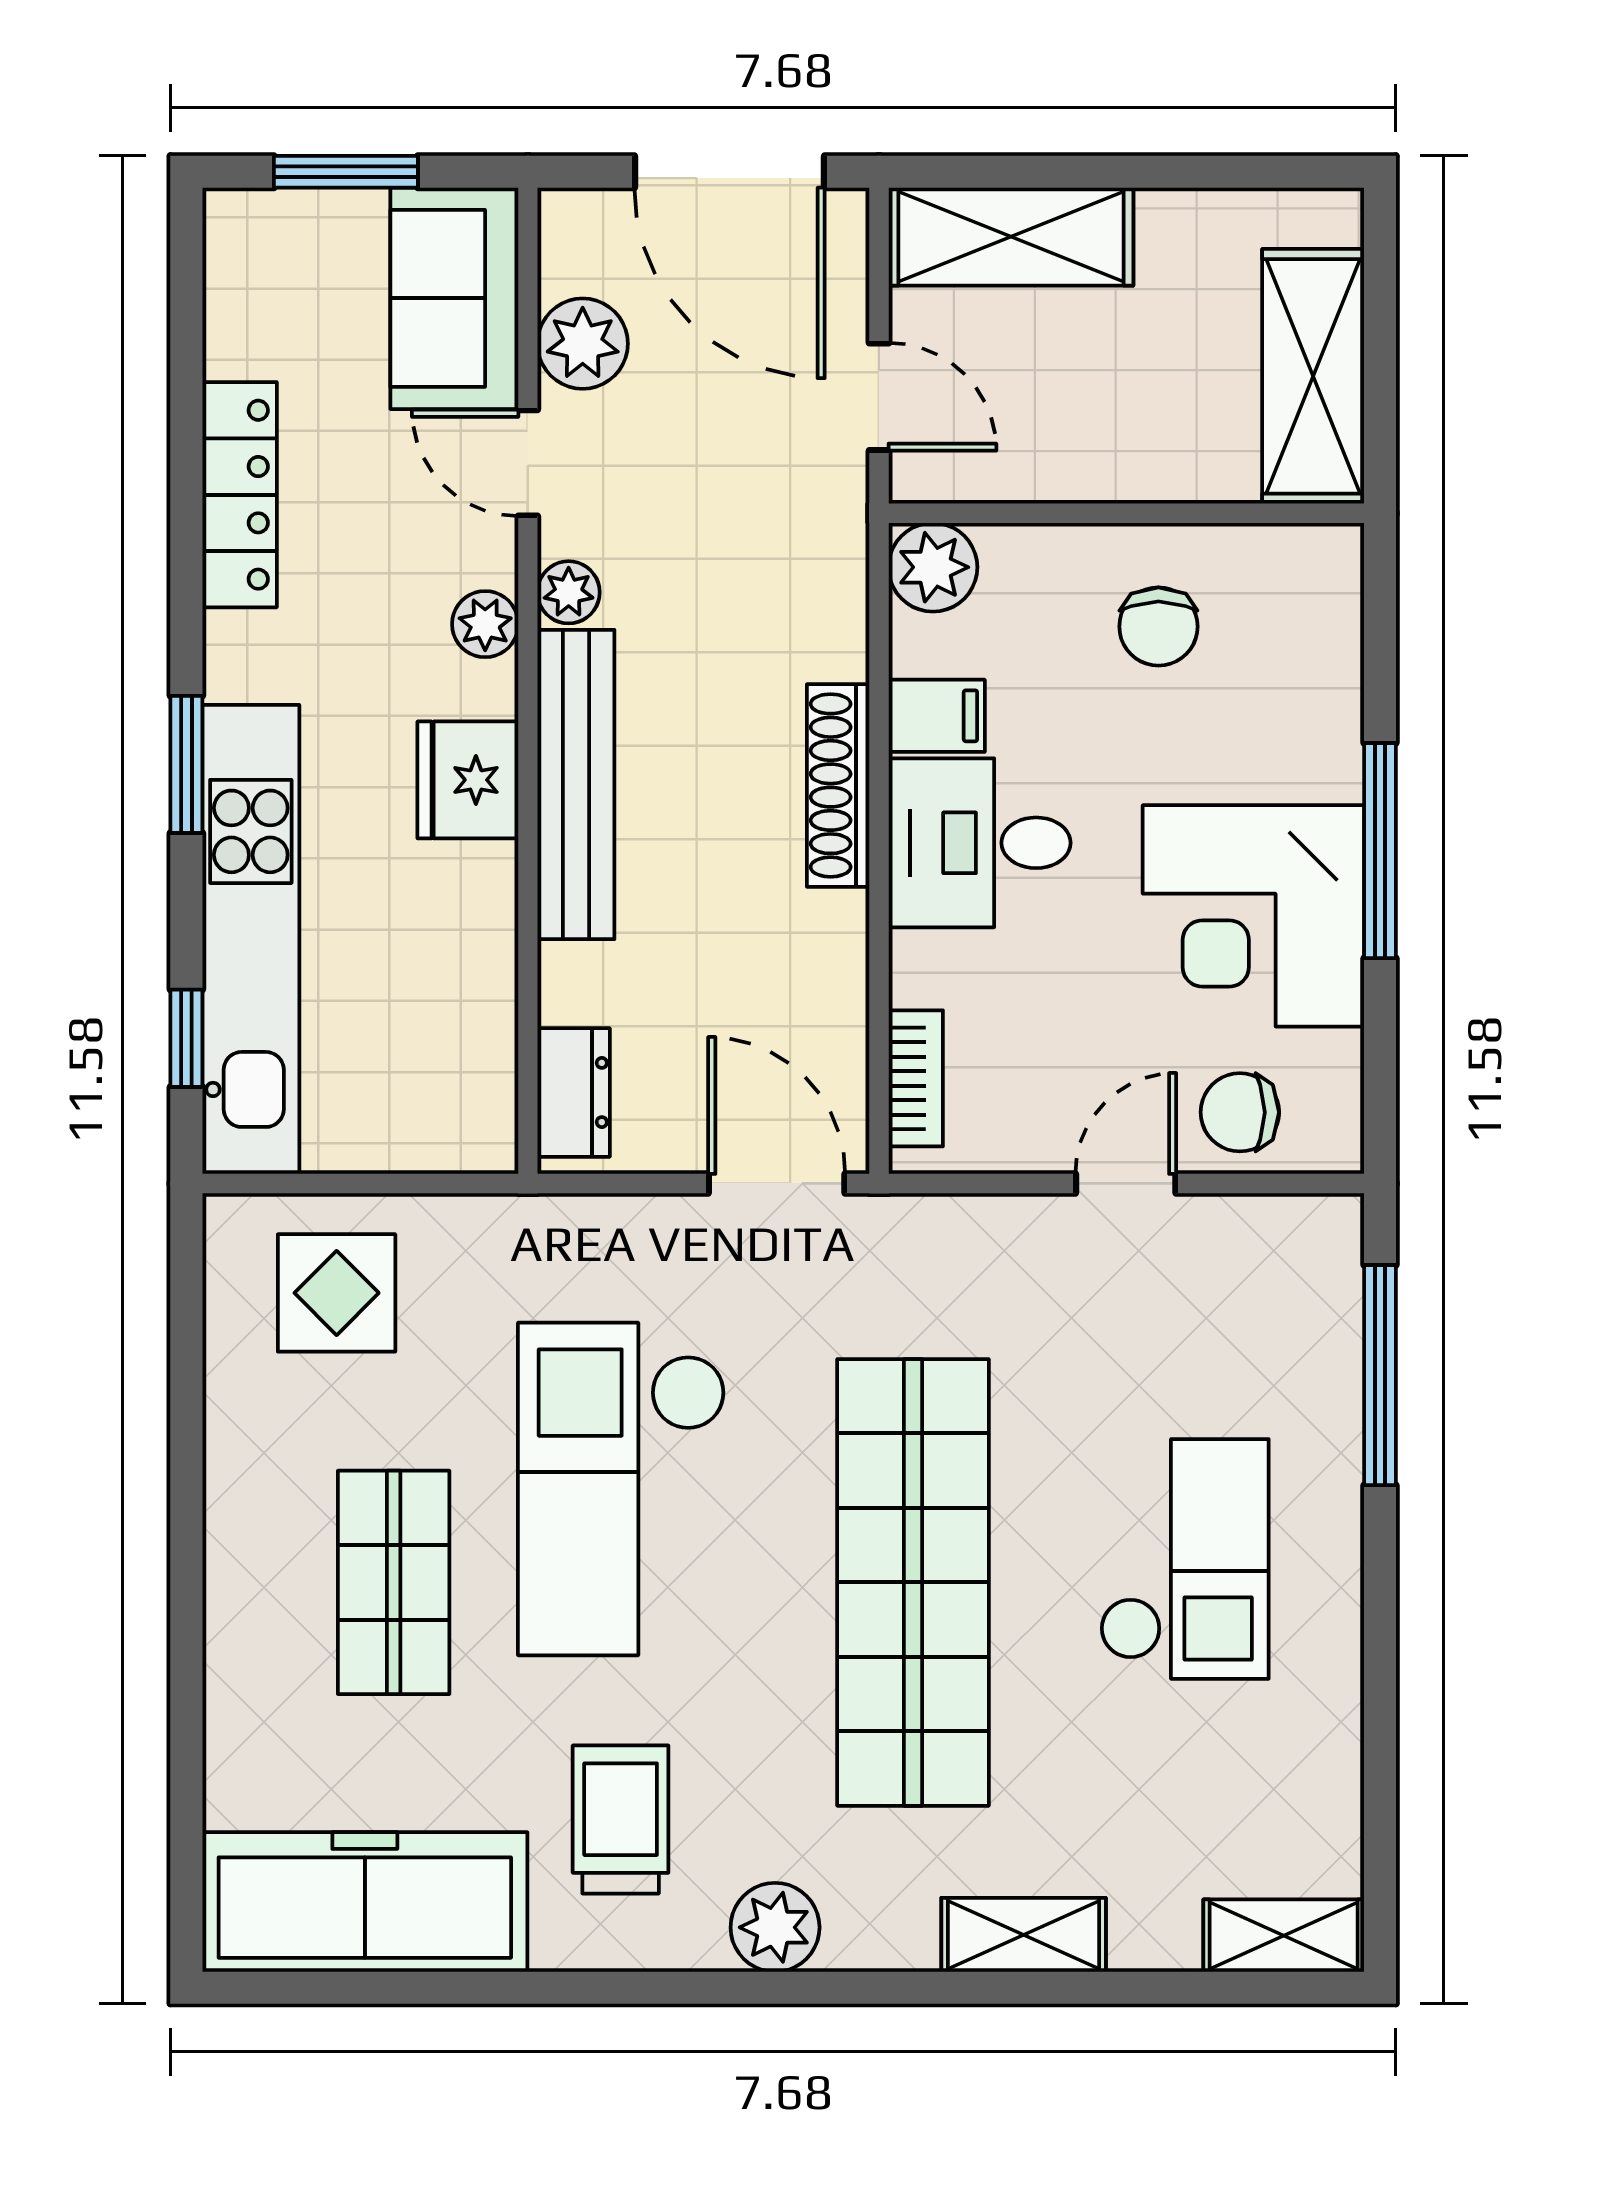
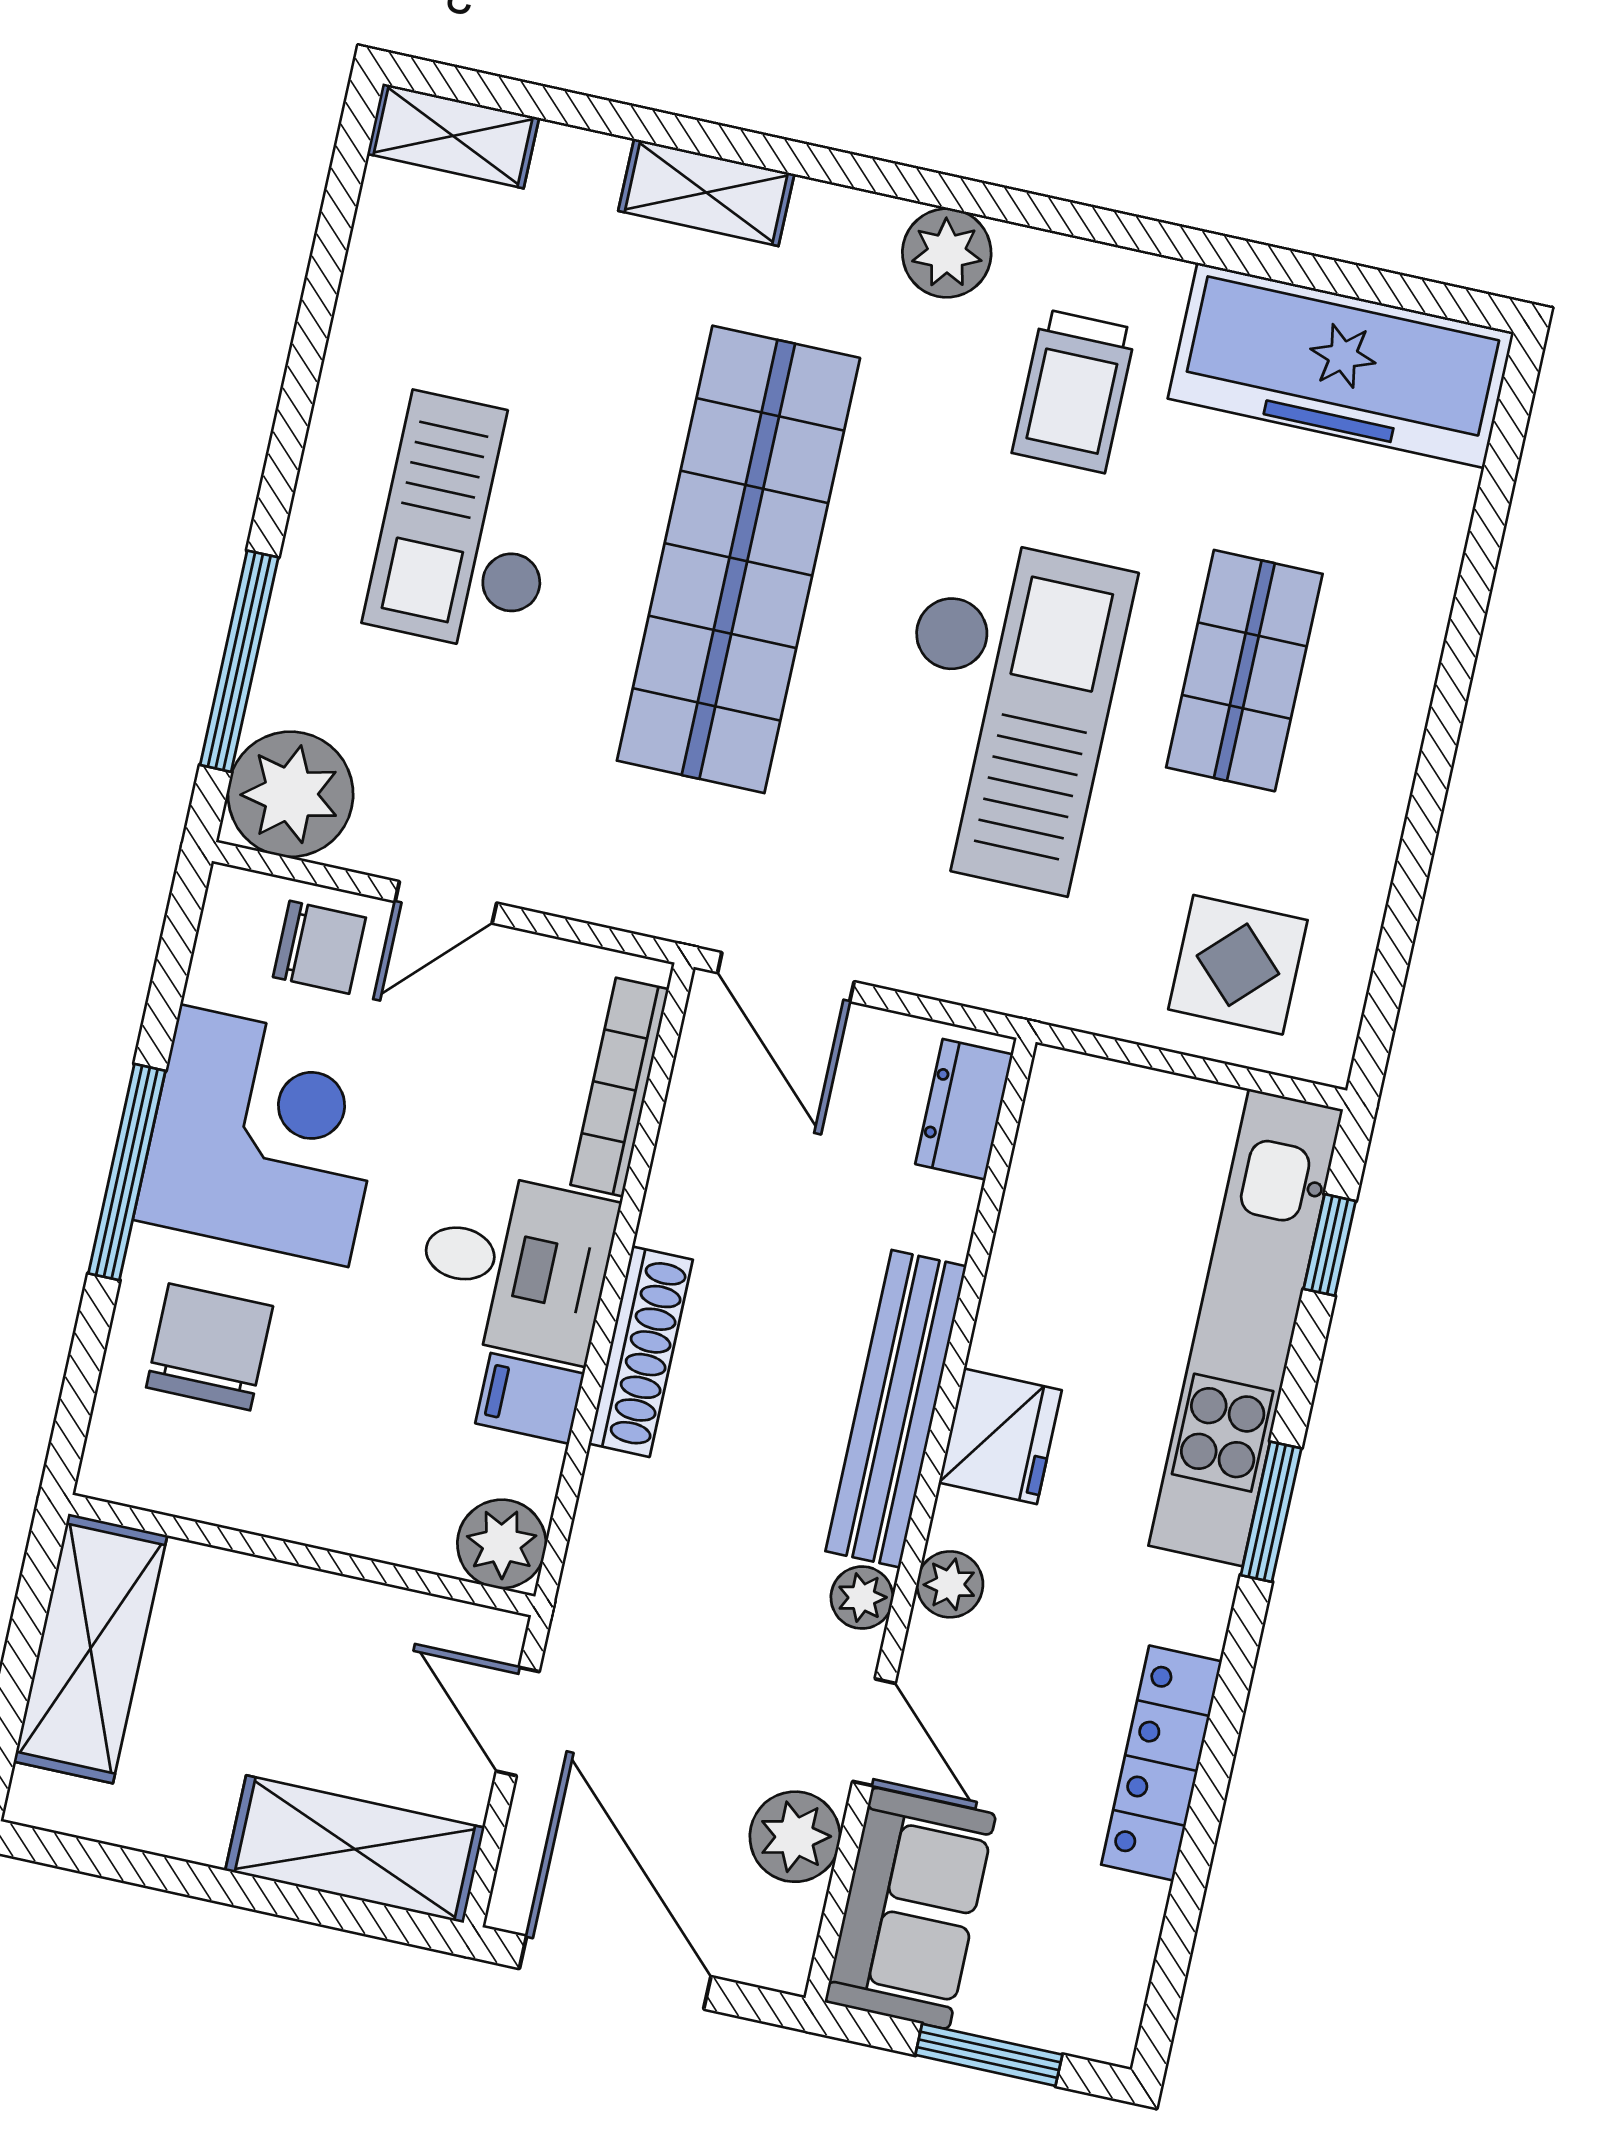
chair: (1158, 627) -> (210, 1347), moved, width x1.37, depth x1.37
bookcase: (916, 1078) -> (620, 1087), width x1.56
plant: (1301, 1256) -> (290, 794), added

